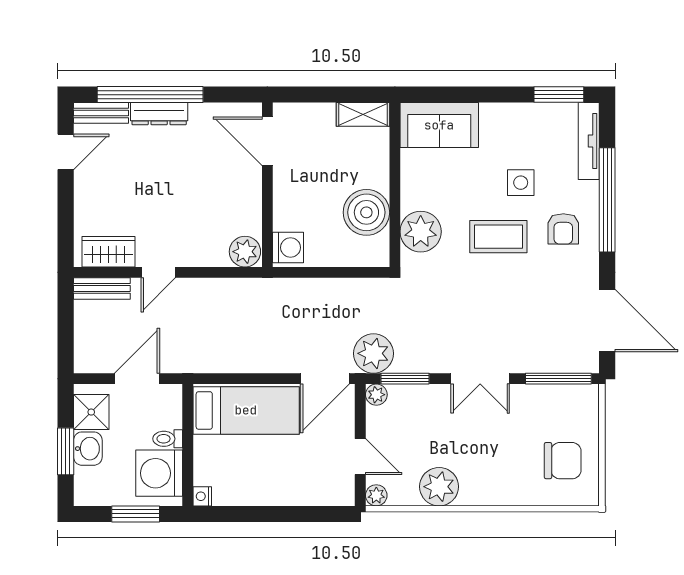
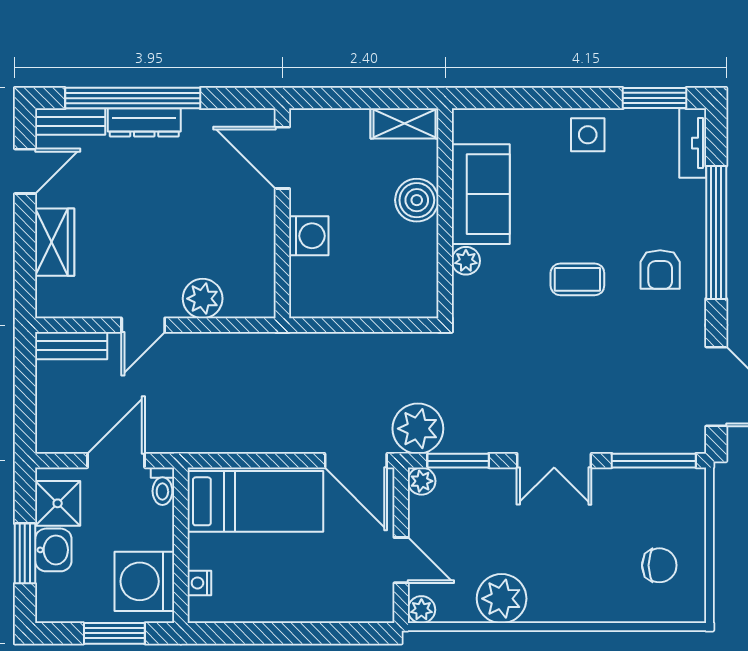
sofa: (439, 125) -> (481, 194), moved, turned -90
tv unit: (589, 141) -> (693, 143), width x0.71
side table: (521, 183) -> (588, 135), moved
boiler: (366, 212) -> (417, 200), moved, width x0.73, depth x0.73
plant: (421, 232) -> (466, 261), width x0.53, depth x0.53
coffee table: (498, 237) -> (577, 279), width x0.73, depth x0.77
washing machine: (288, 248) -> (309, 236), moved
wardrobe: (109, 252) -> (55, 242), moved, turned 90
plant: (245, 252) -> (203, 299), moved
door: (325, 379) -> (356, 461), hinge flipped
toilet: (168, 439) -> (162, 486), moved, turned -90
chair: (563, 461) -> (659, 565), width x0.73, depth x0.73
nightstand: (202, 496) -> (199, 583), moved

